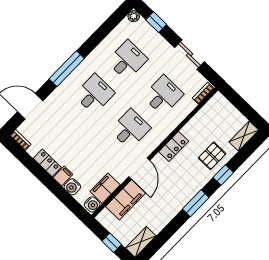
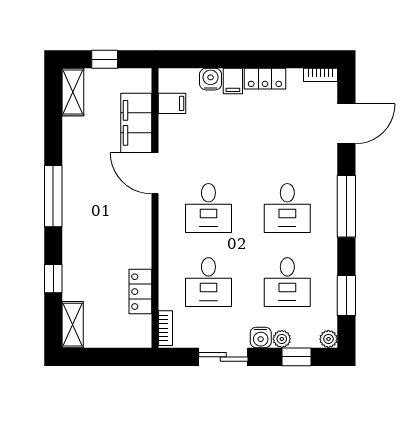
window: (106, 28) -> (346, 296), added
plant: (155, 37) -> (282, 339), added
locker: (174, 146) -> (140, 292), moved
pallet: (212, 156) -> (87, 267), removed
window: (223, 175) -> (53, 279), moved
filing cabinet: (105, 188) -> (172, 103), width x0.50
window: (196, 203) -> (53, 196), width x1.44
water cooler: (92, 204) -> (261, 337), moved, turned -90

